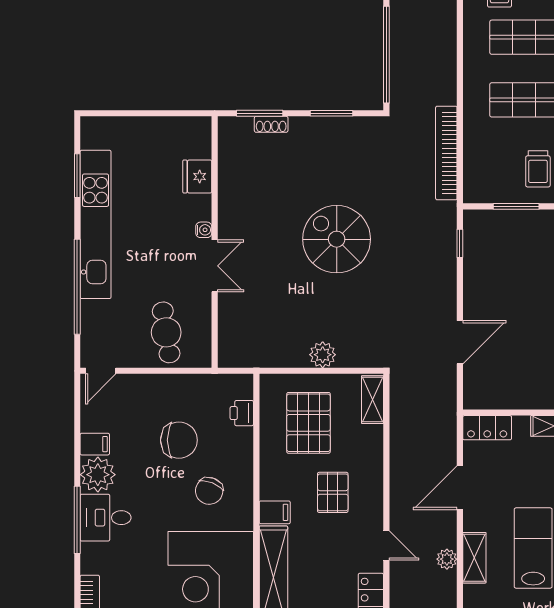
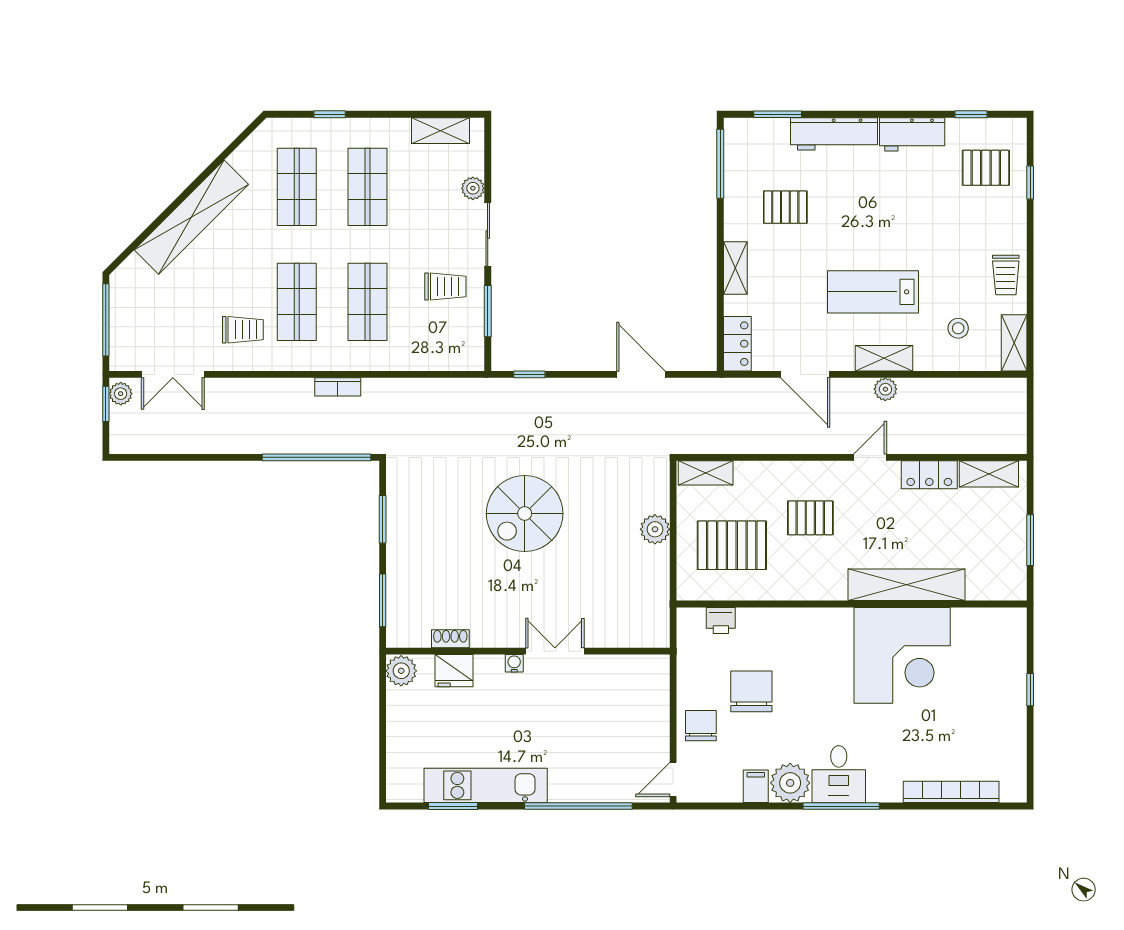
shoe rack: (271, 124) -> (450, 639), moved, turned -90
plant: (197, 130) -> (401, 671), added
bookcase: (446, 153) -> (338, 387), moved, width x0.43, depth x0.76
kitchen unit: (96, 224) -> (486, 785), width x0.73
cafe table: (166, 332) -> (630, 706), removed
door: (101, 371) -> (673, 780), swing flipped
chair: (209, 491) -> (701, 726), moved, turned -112
filing cabinet: (275, 512) -> (833, 583), removed

